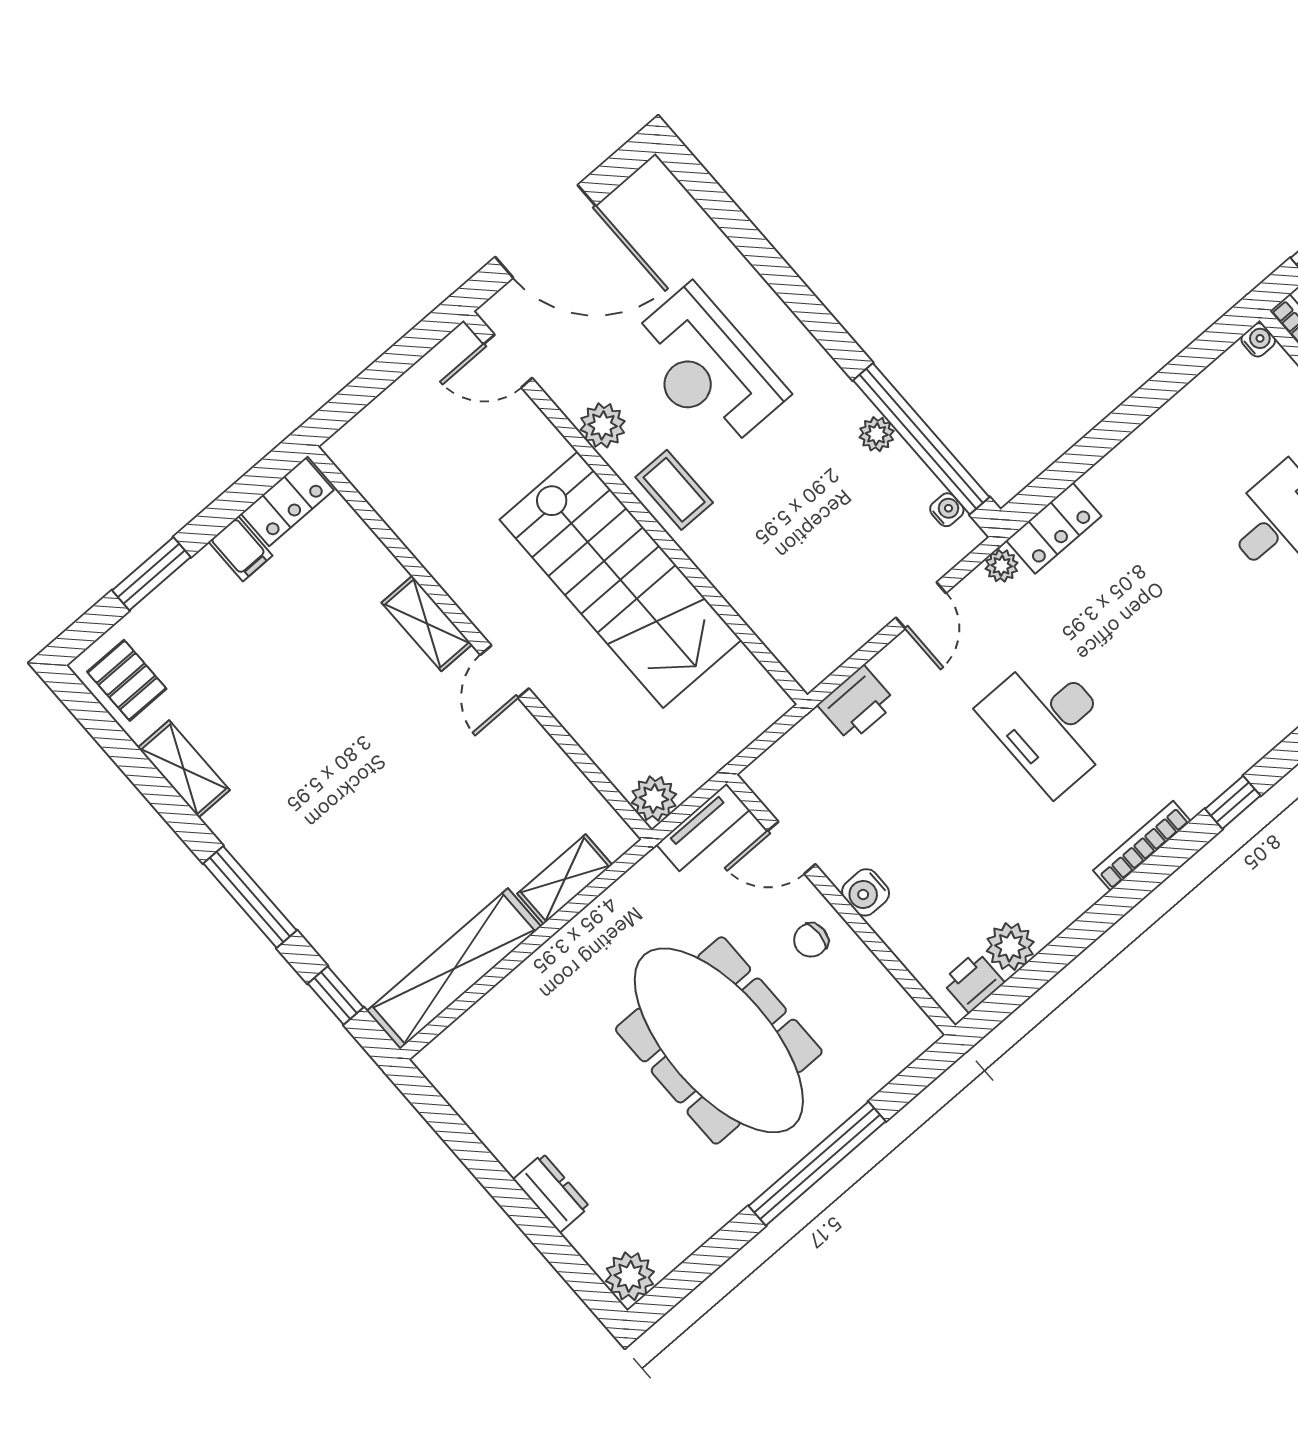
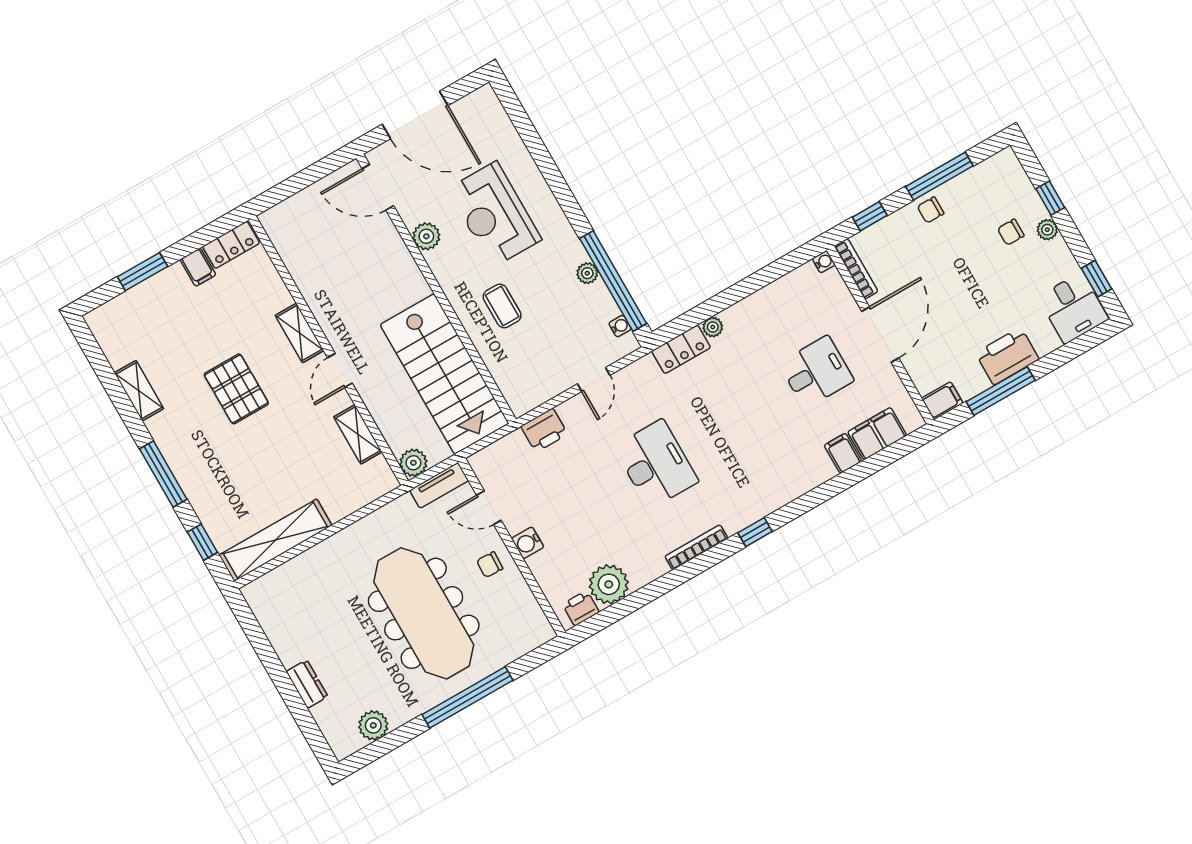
door: (508, 361) -> (378, 187), width x1.38
coffee table: (674, 490) -> (502, 306), moved
plant: (1002, 566) -> (713, 327), moved
stairs: (620, 580) -> (445, 374), moved
pallet: (127, 680) -> (236, 389), moved, width x1.50, depth x1.42
desk: (1049, 723) -> (656, 464), turned 180
shelving: (565, 879) -> (358, 434), moved, turned 90
plant: (1010, 946) -> (609, 584), width x1.36, depth x1.36
plant: (630, 1276) -> (373, 725), moved

